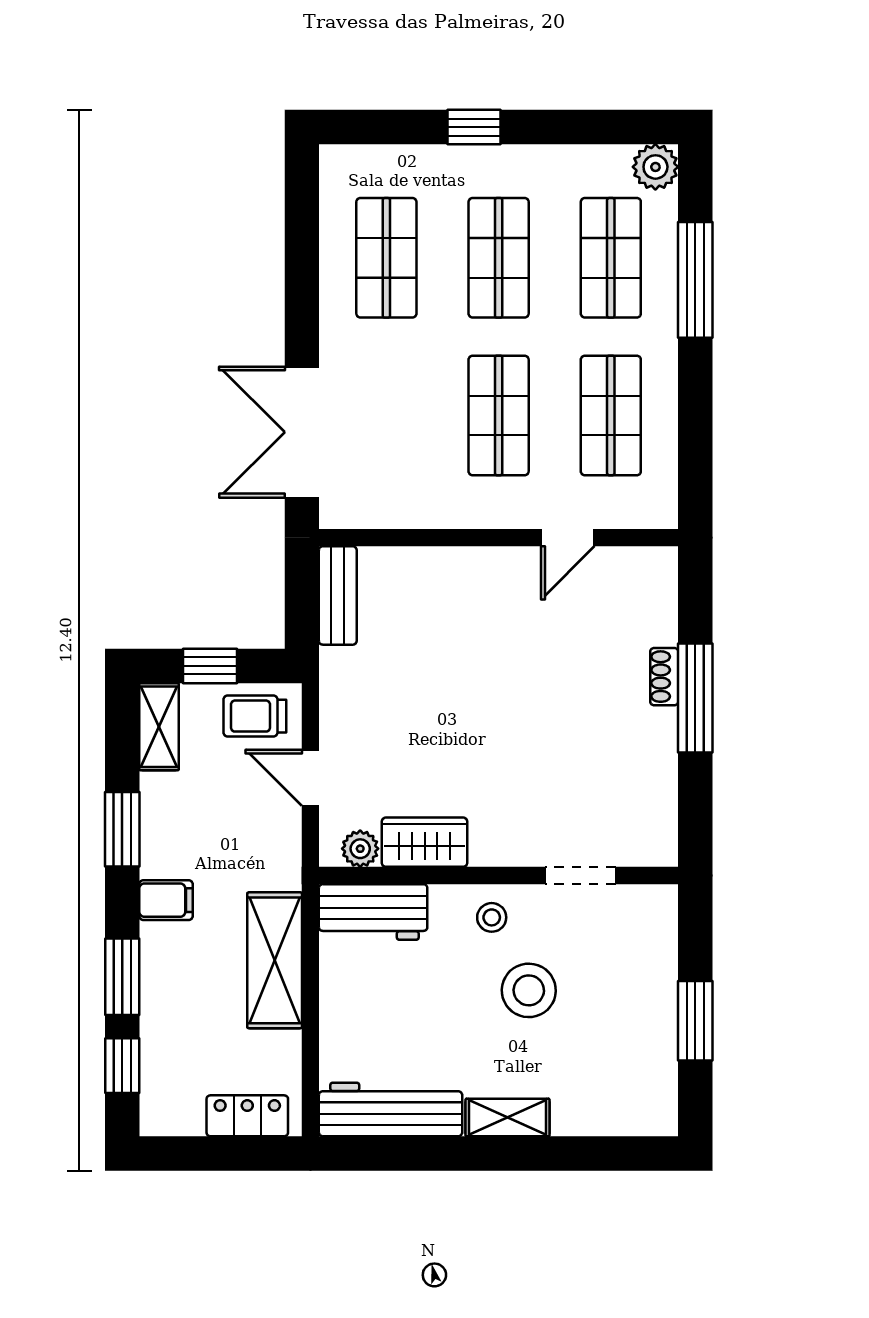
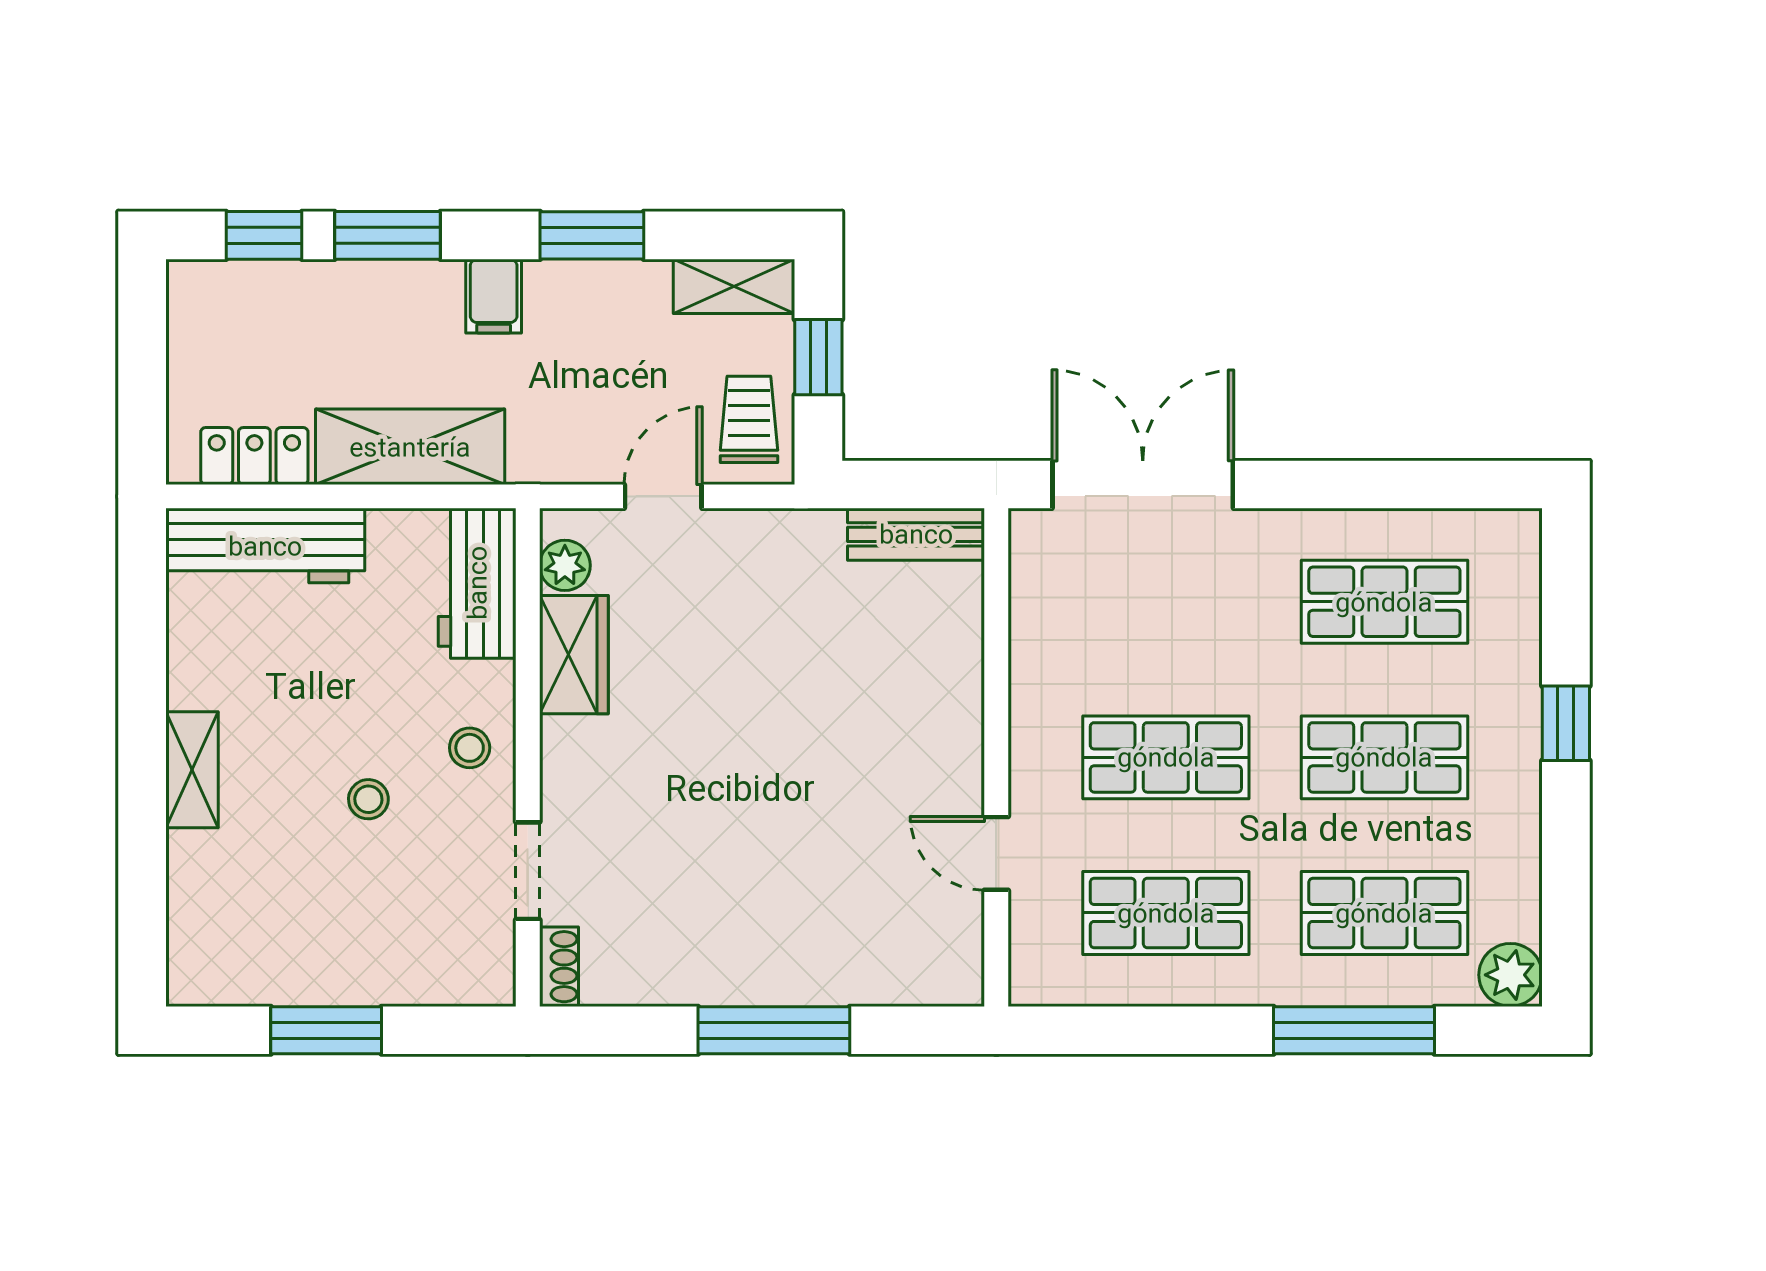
shoe rack: (664, 677) -> (559, 967), moved, turned 90
stool: (529, 990) -> (368, 799), width x0.53, depth x0.53
workbench: (391, 1109) -> (265, 546), moved, turned 90
locker: (247, 1116) -> (254, 456), moved, turned -90

